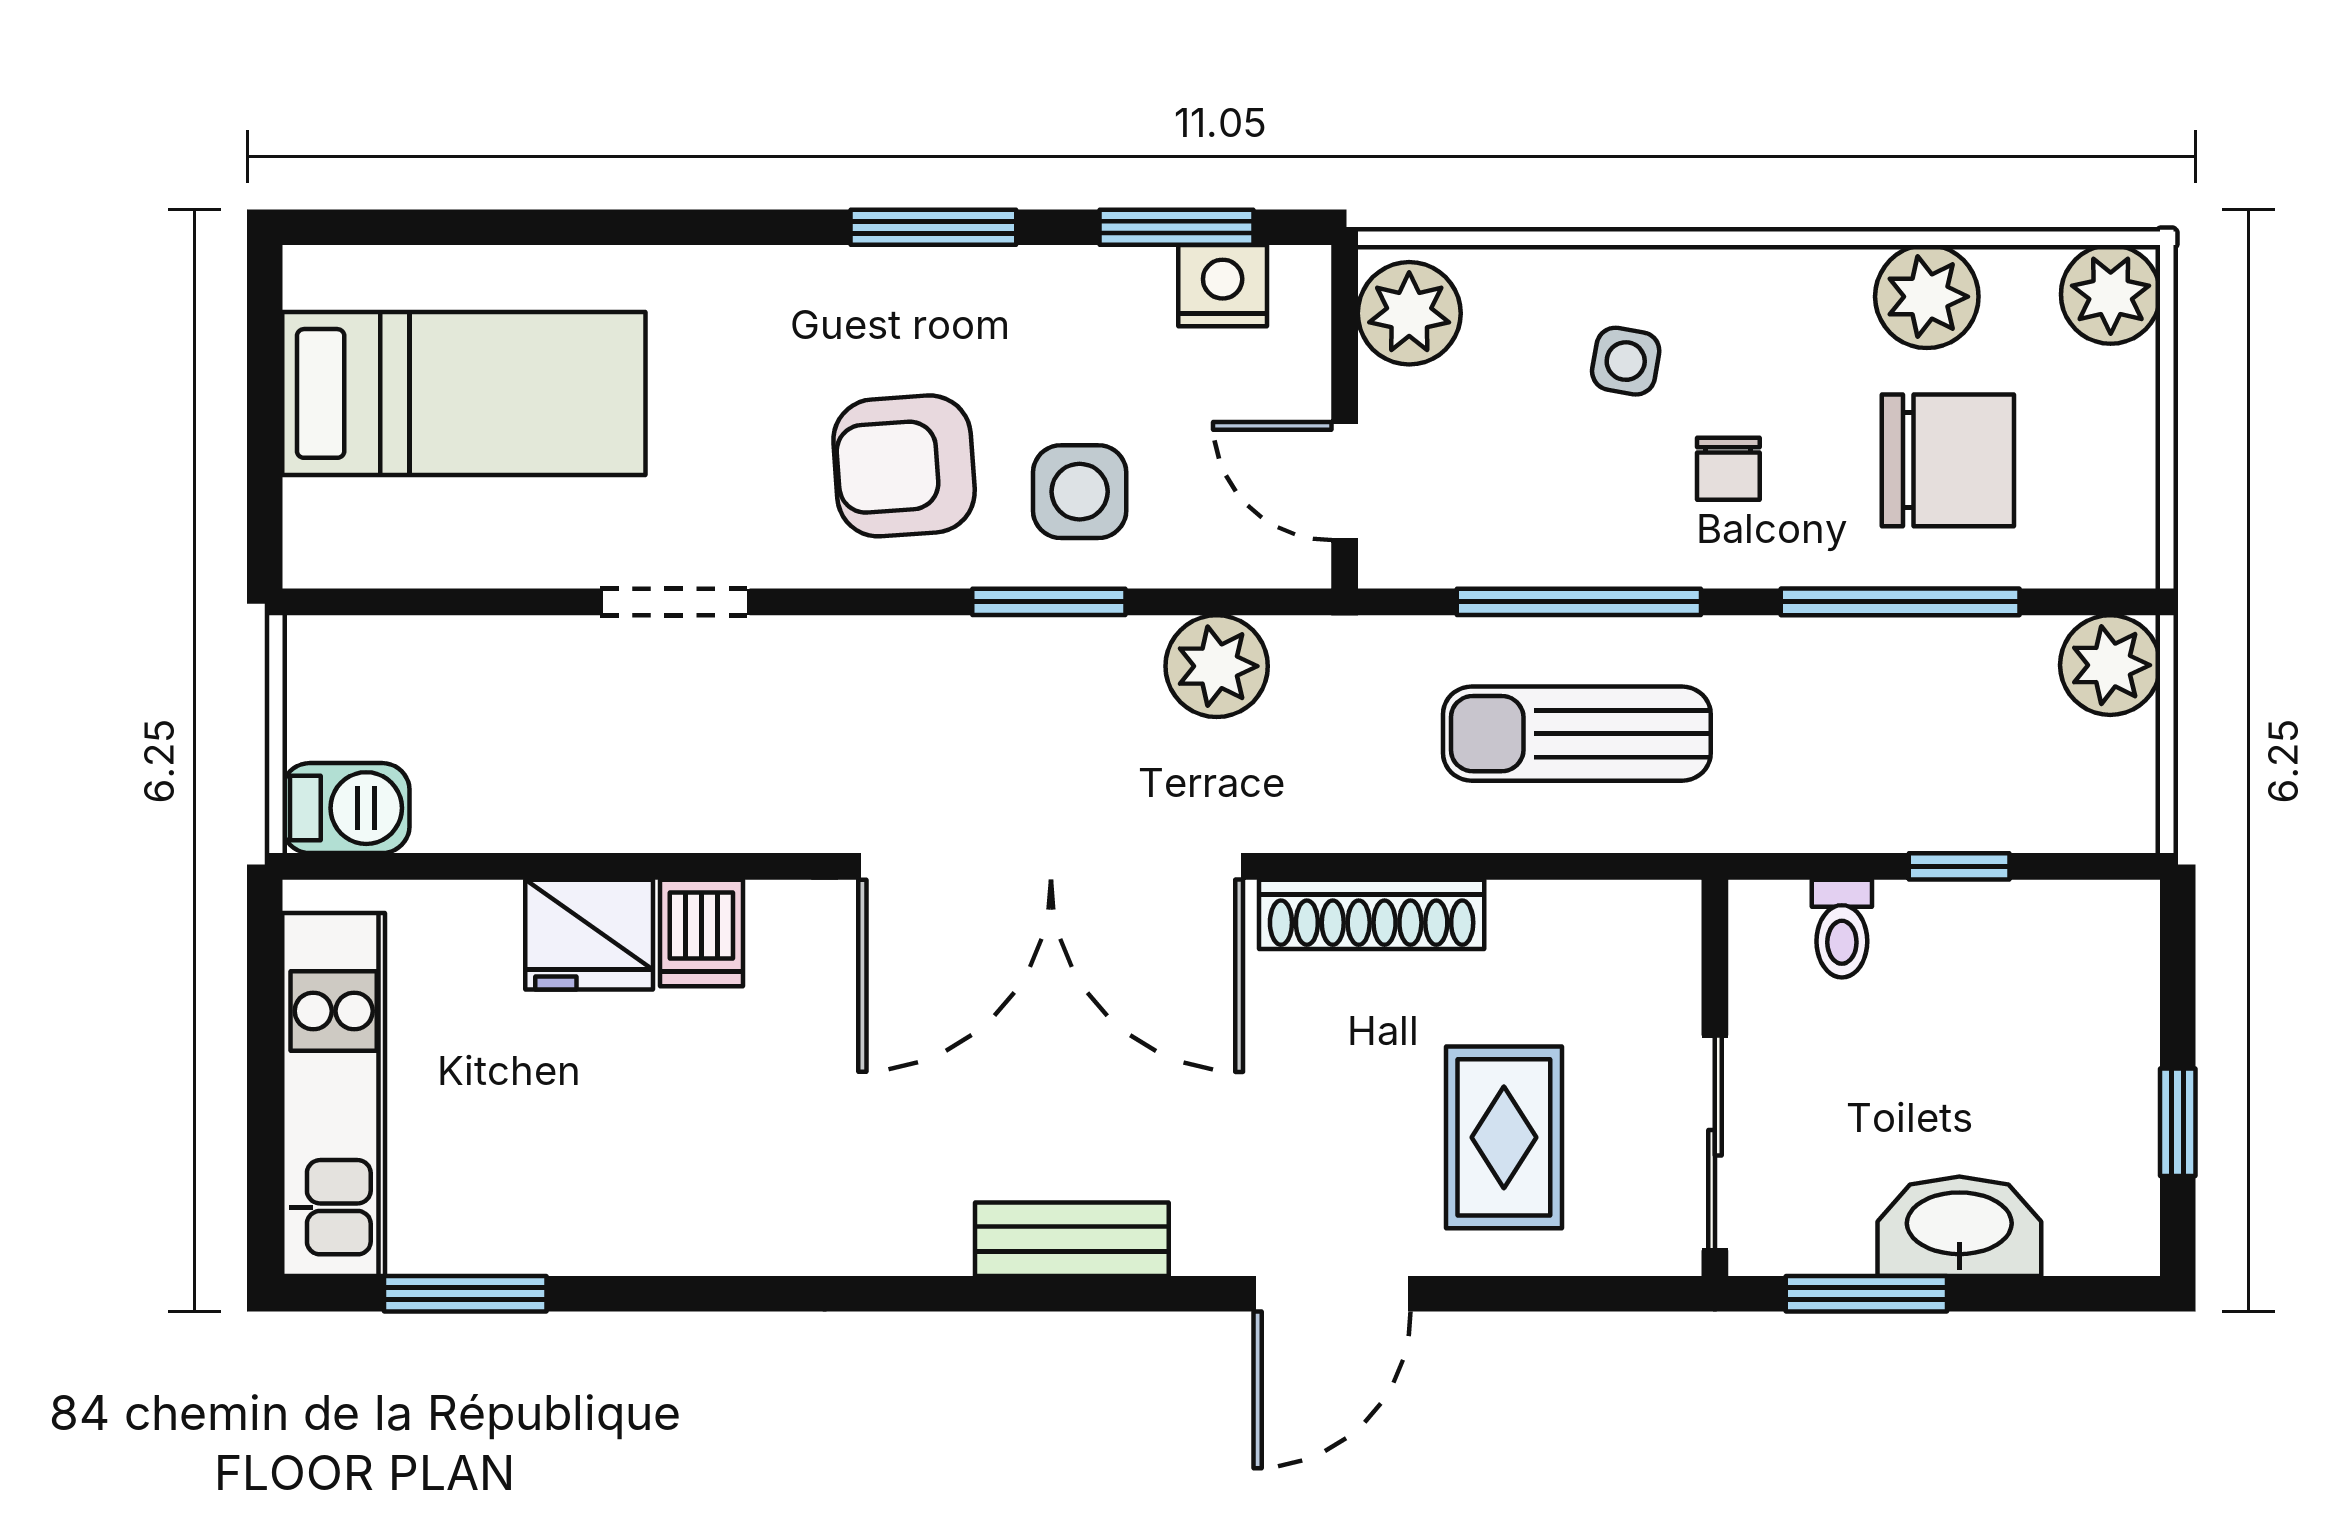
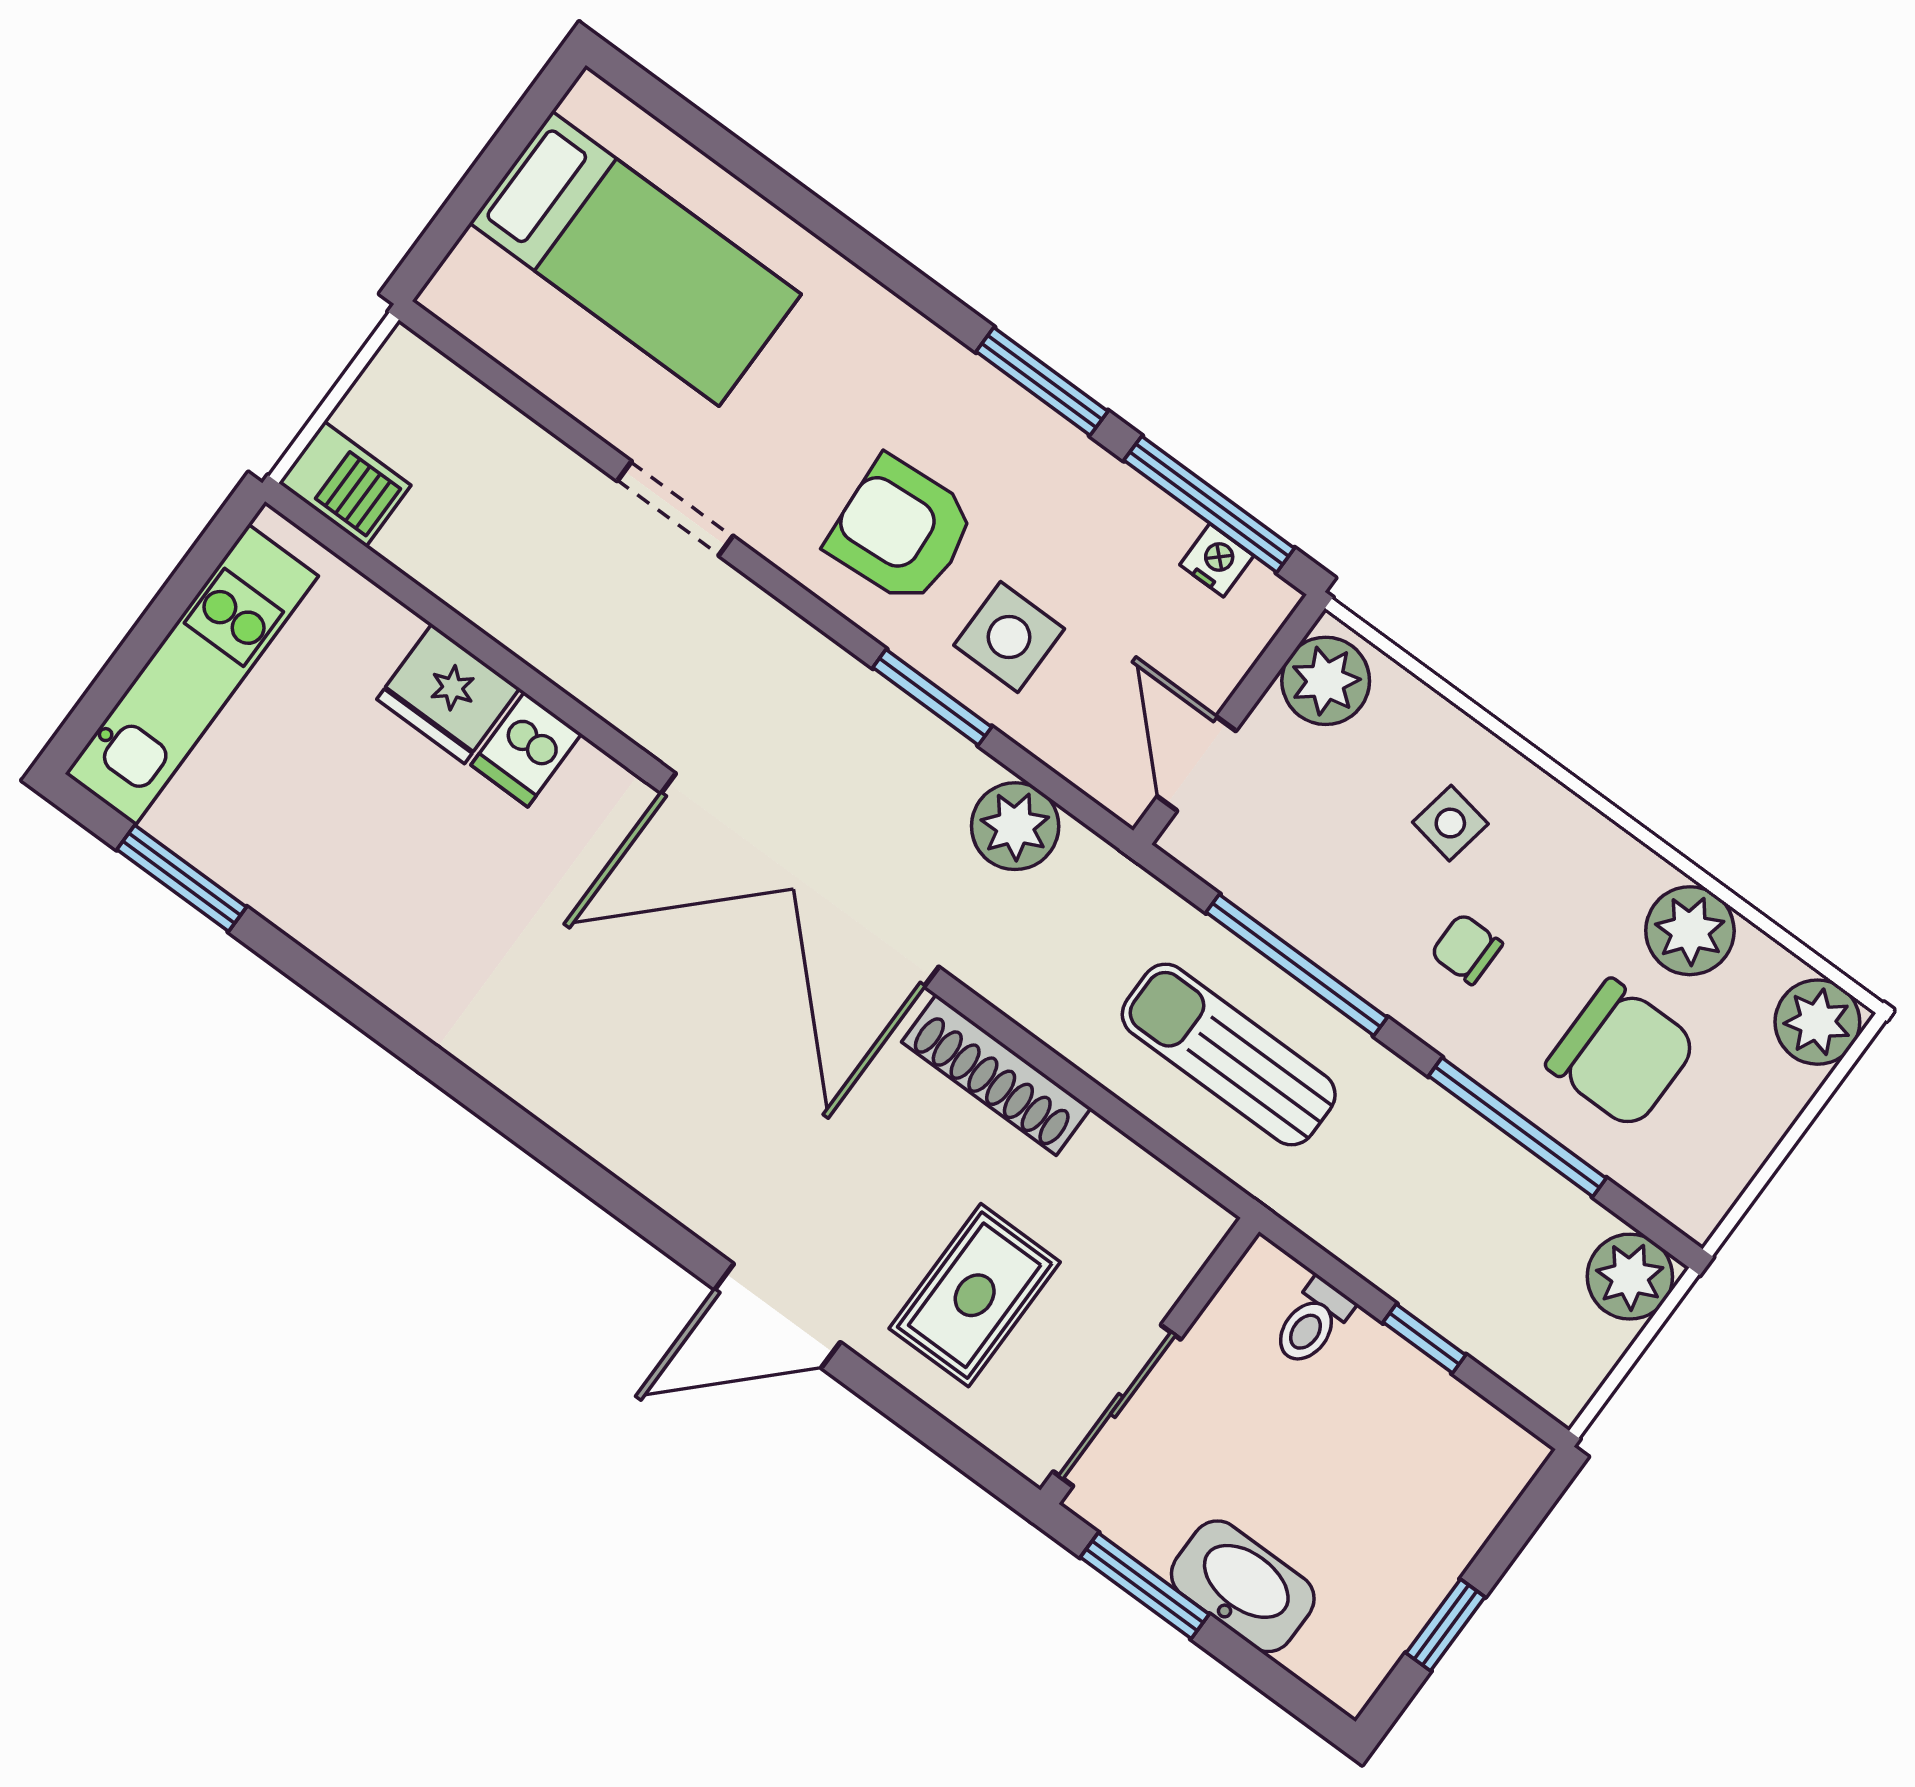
window: (1177, 227) -> (1209, 504), width x1.44
nightstand: (1223, 286) -> (1217, 560), width x0.72, depth x0.74
chair: (1728, 469) -> (1467, 949), turned 90
bench: (1072, 1239) -> (626, 1147), removed

